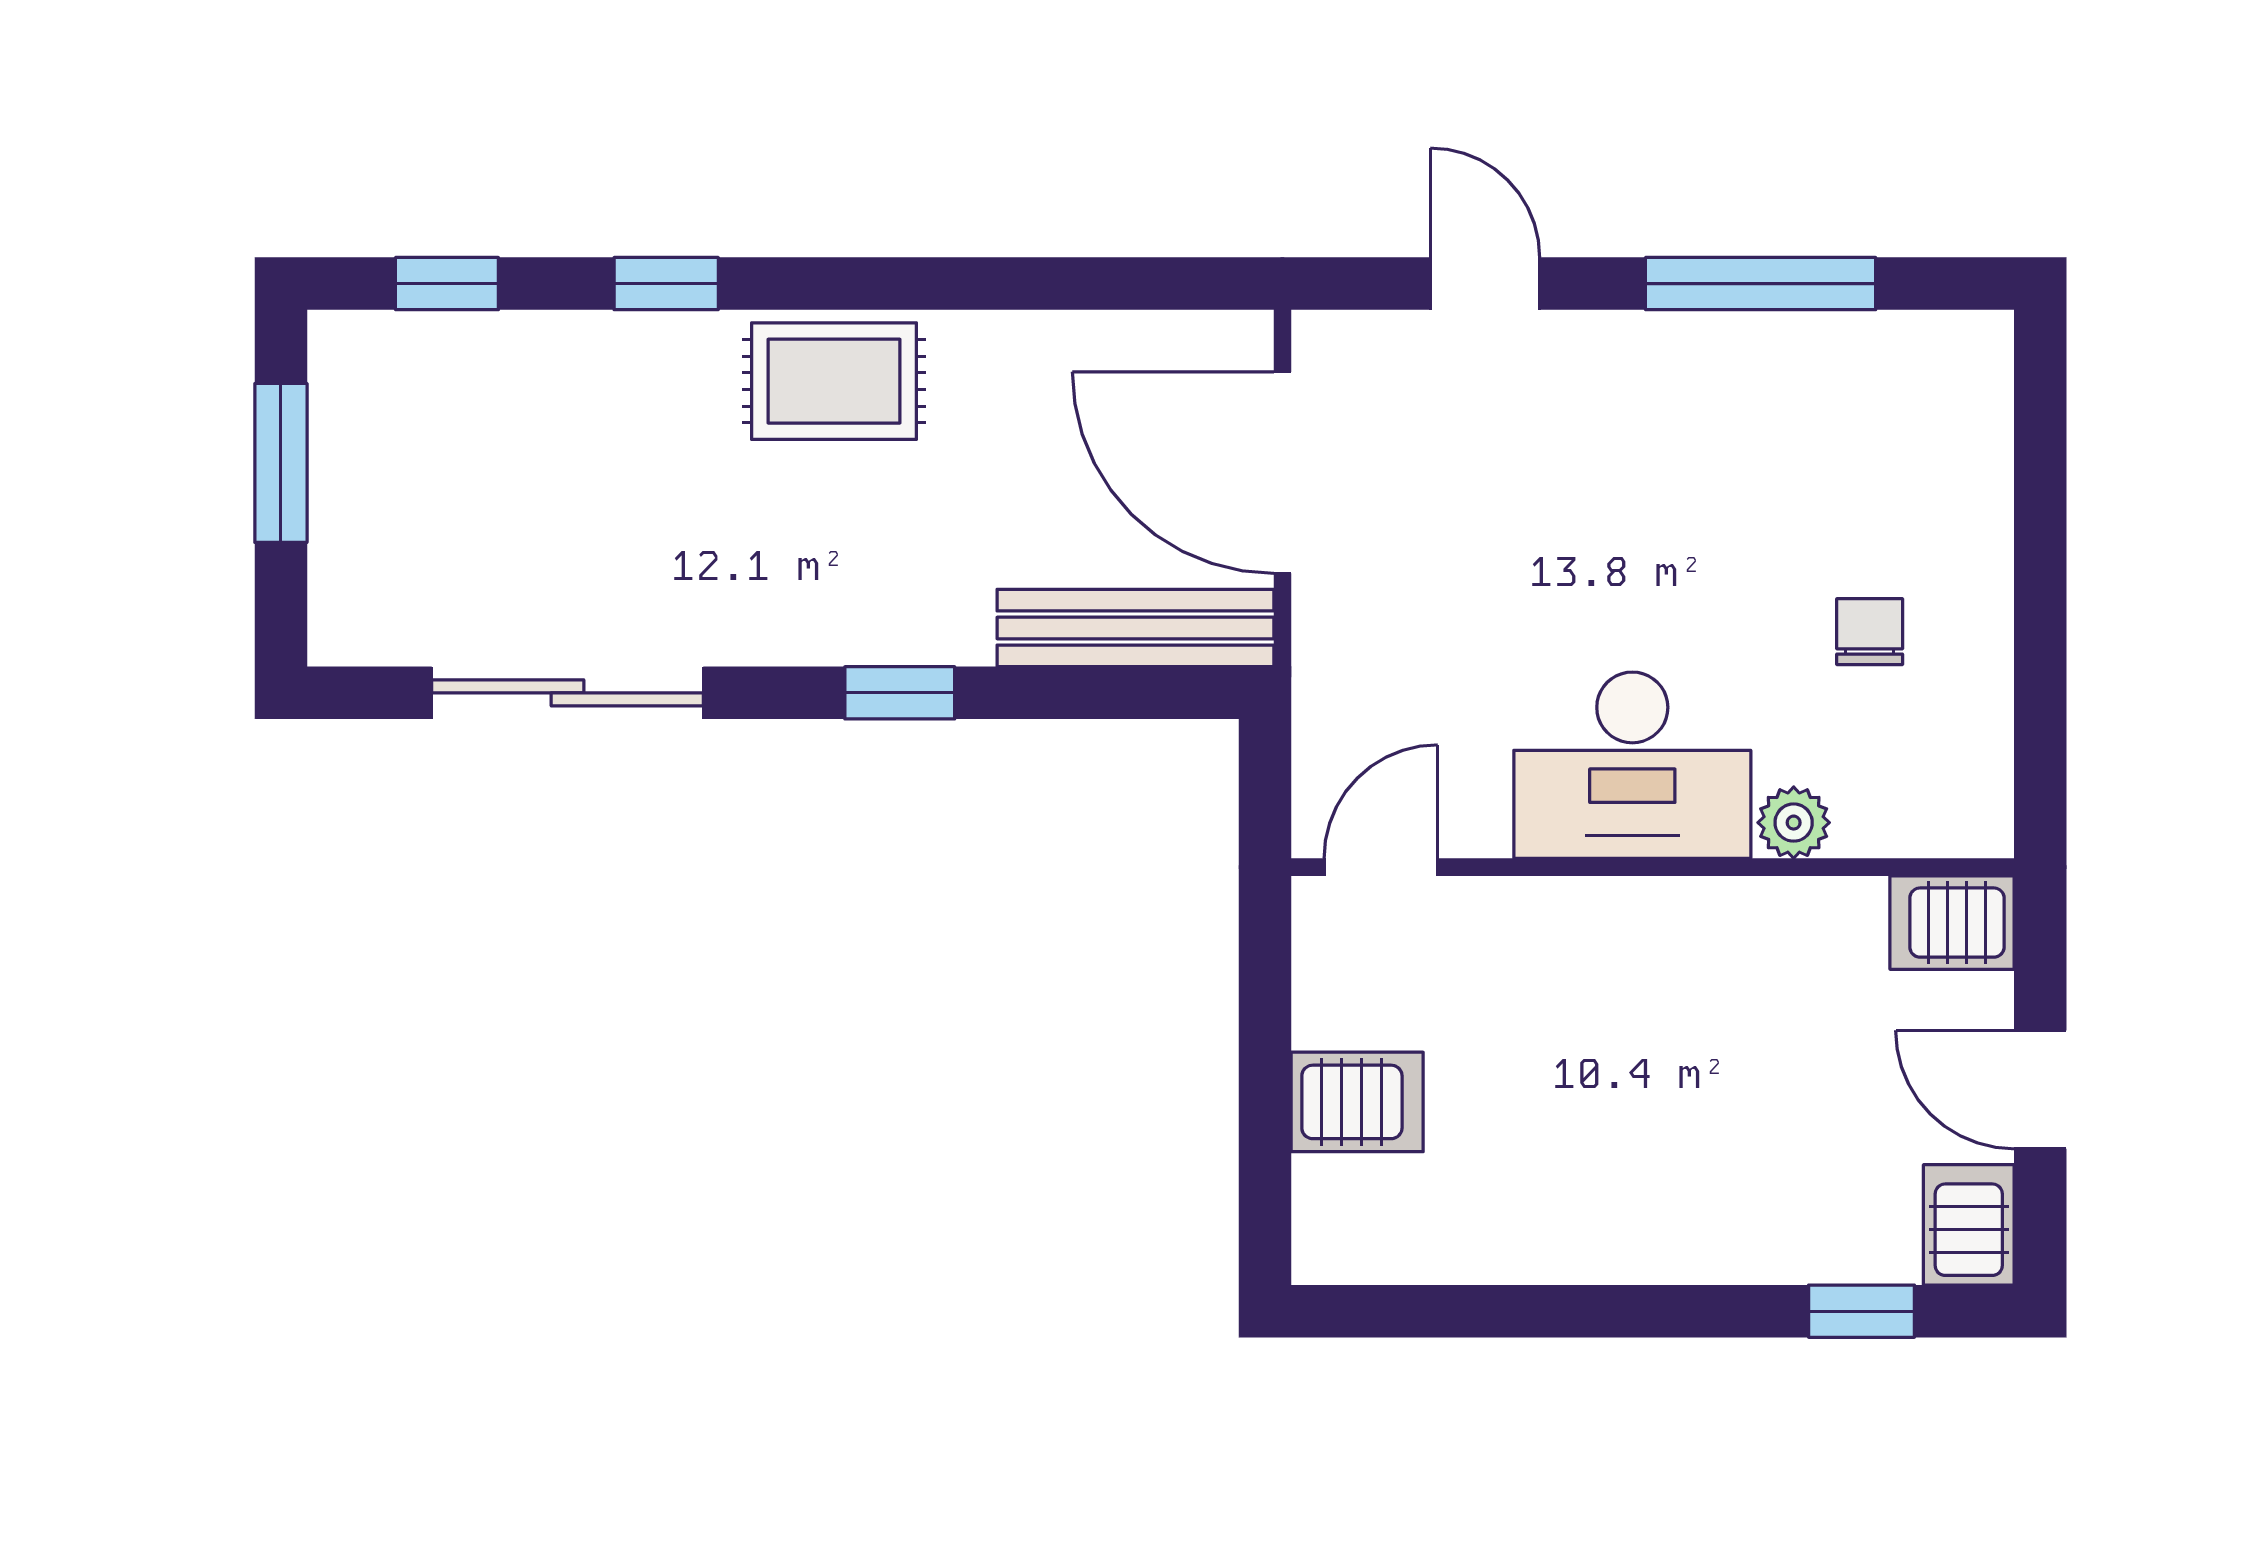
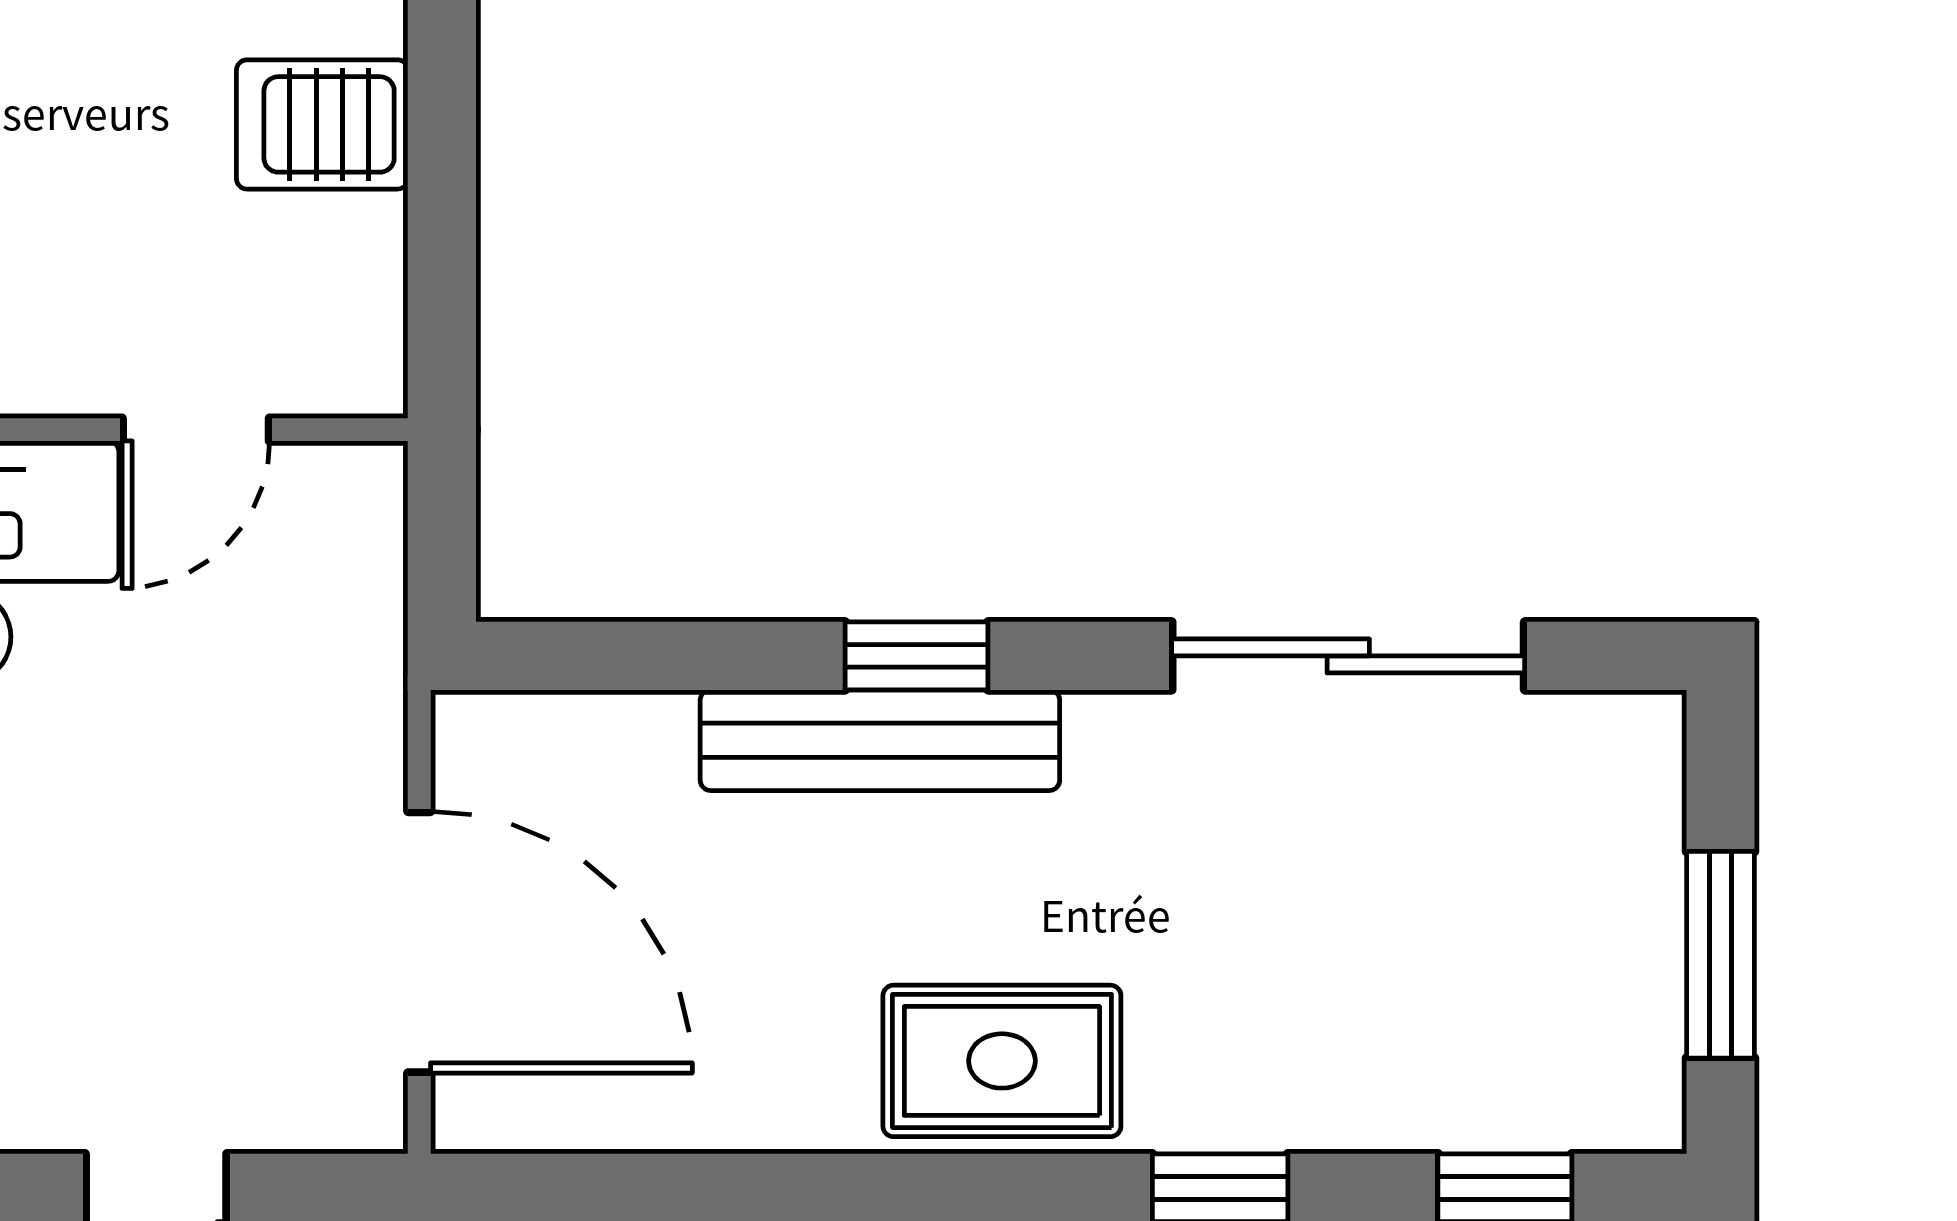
bench: (1135, 628) -> (880, 740), moved
door: (1381, 867) -> (196, 430), moved

